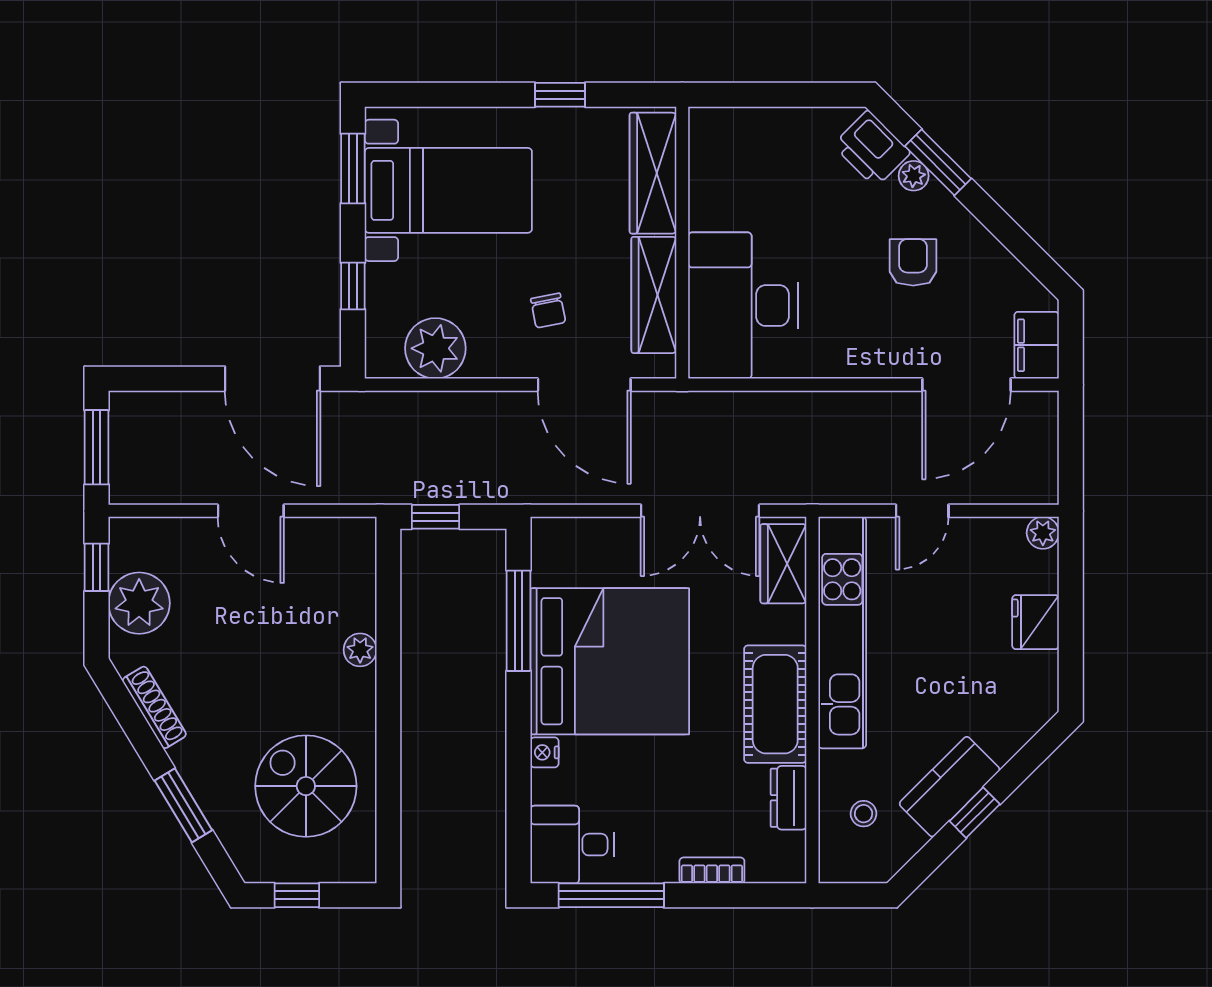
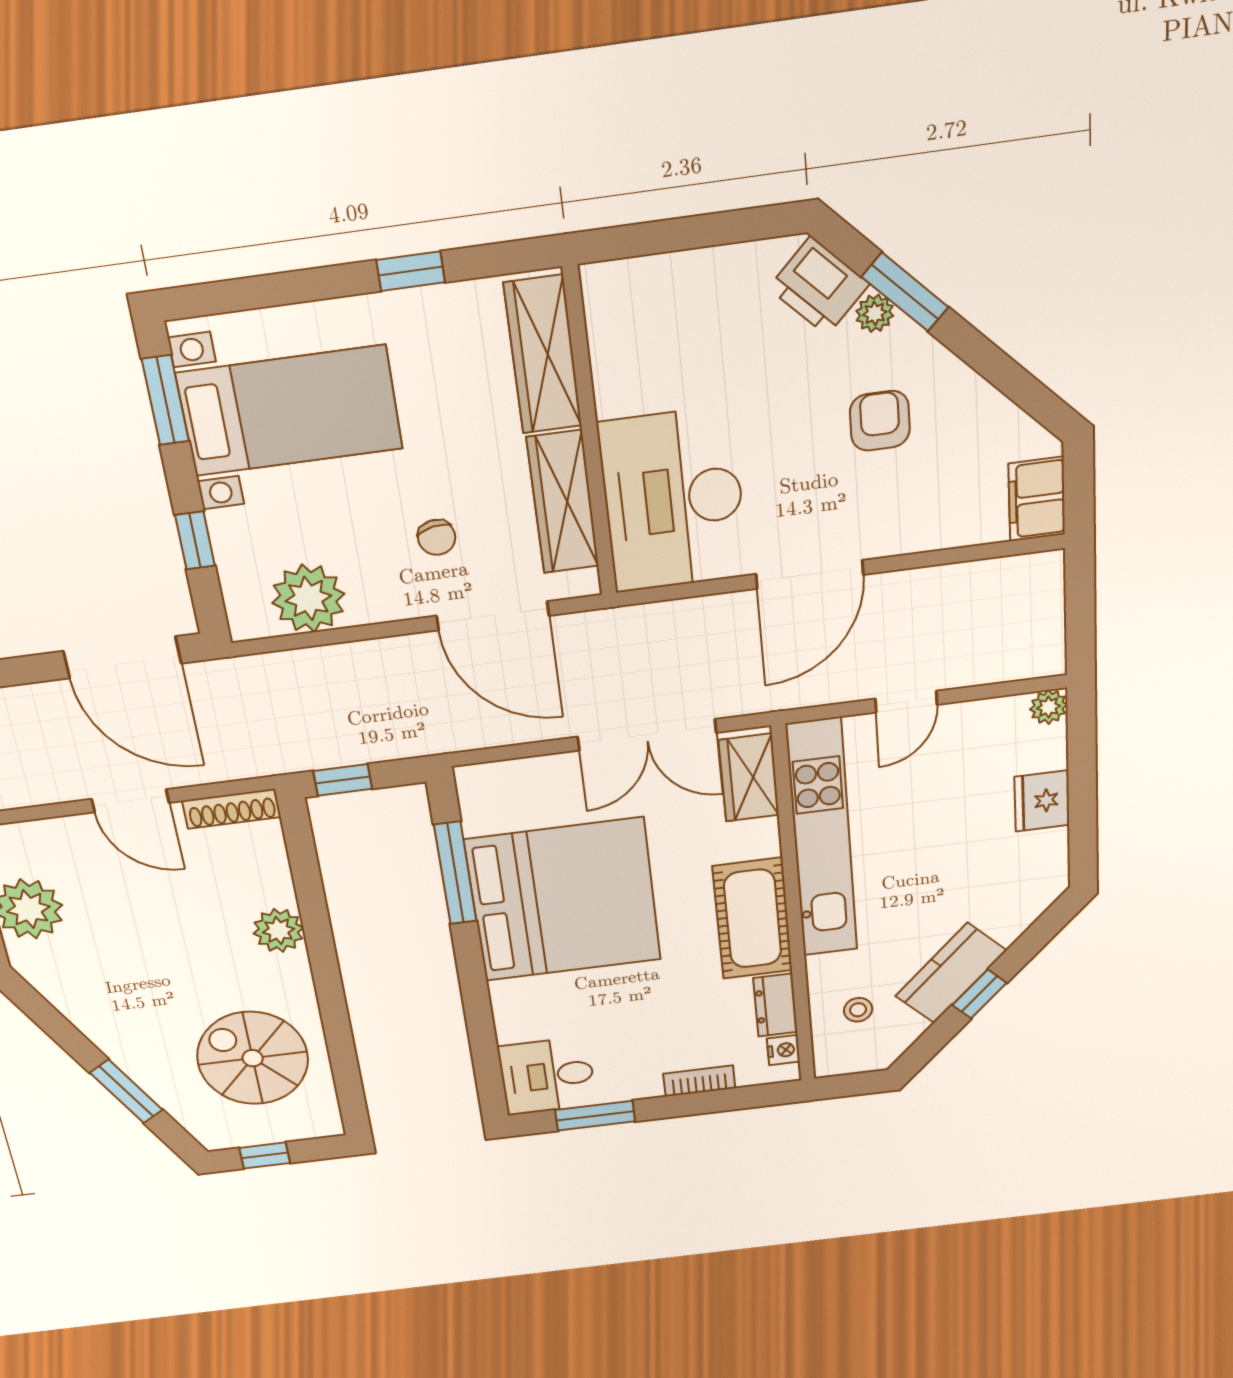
door: (966, 385) -> (810, 574), moved
plant: (360, 650) -> (278, 931), width x1.38, depth x1.38
shoe rack: (154, 707) -> (231, 809), moved, turned 121
nightstand: (545, 752) -> (783, 1050), moved, turned 180
window: (611, 895) -> (595, 1116), width x0.69

